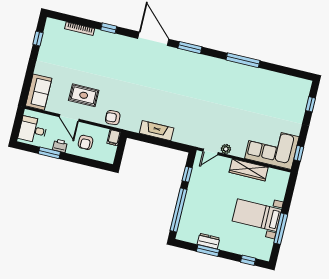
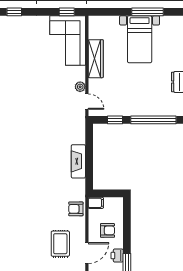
armchair: (113, 118) -> (76, 209), turned 94

